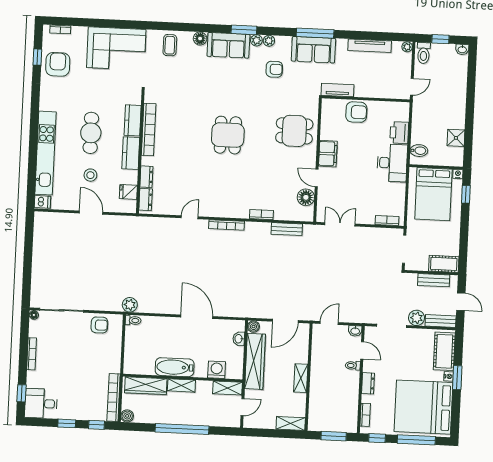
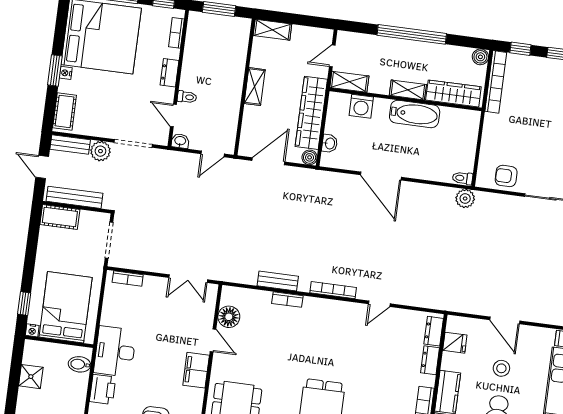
bench: (287, 229) -> (278, 281), moved
bench: (434, 280) -> (75, 197), width x1.36
cot: (444, 351) -> (65, 111), width x0.73, depth x0.75

